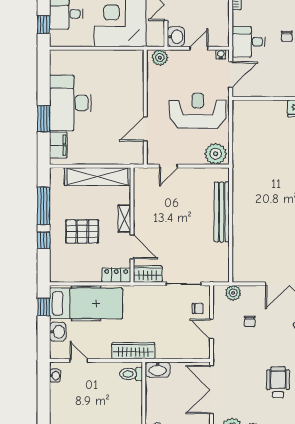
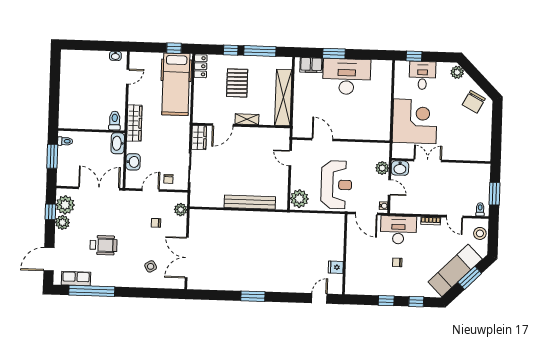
desk: (249, 42) -> (398, 230), width x1.37
plant: (160, 58) -> (382, 168), moved
locker: (116, 275) -> (200, 66), moved
washbasin: (58, 332) -> (133, 162), moved, turned -90

